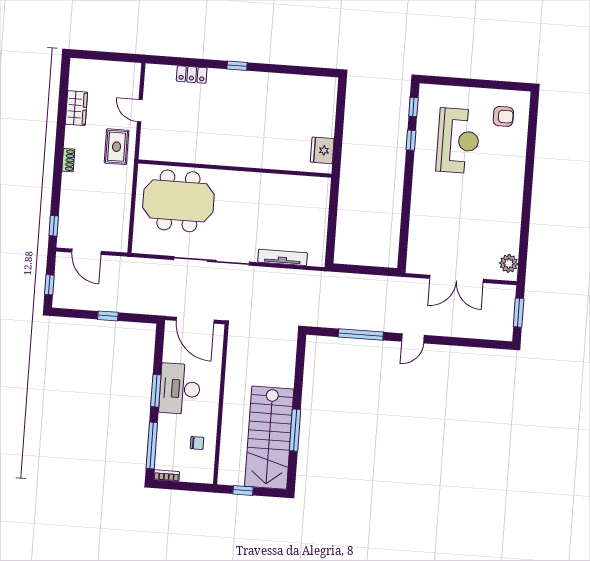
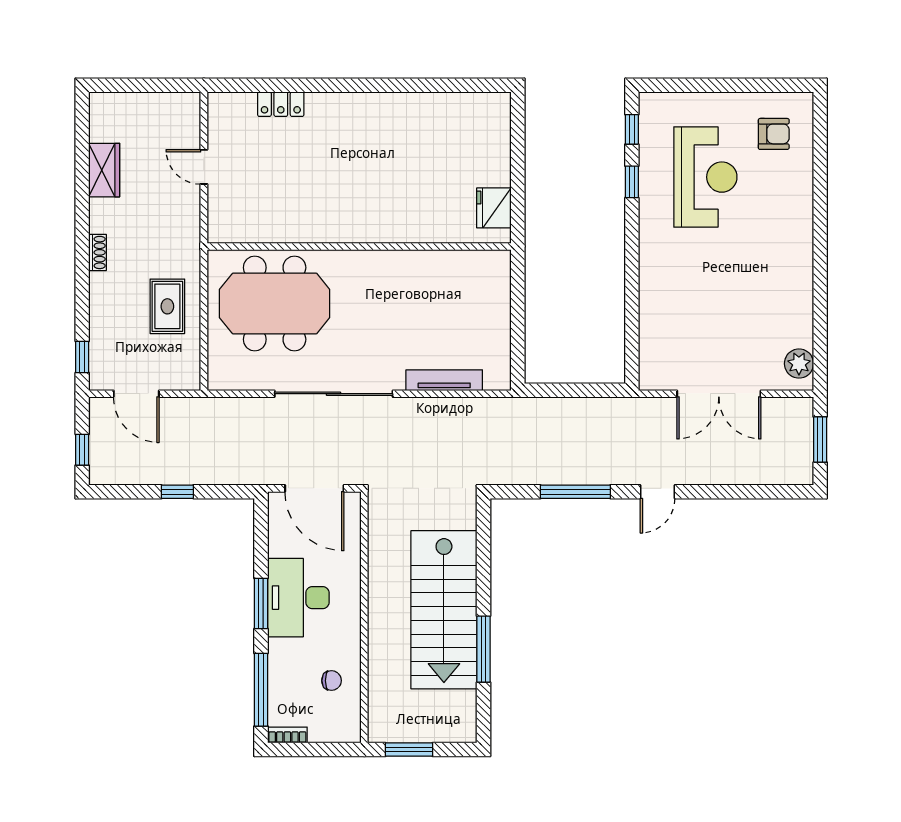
window: (237, 66) -> (351, 85), removed
rug: (117, 147) -> (167, 306), moved
stairs: (269, 438) -> (444, 610), moved
window: (243, 490) -> (409, 750), width x1.50

